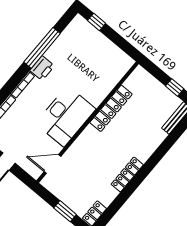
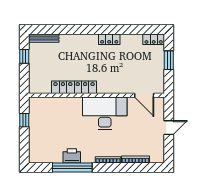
window: (97, 22) -> (24, 120), moved
printer: (42, 68) -> (72, 156), moved
locker: (127, 175) -> (109, 39), width x0.66

